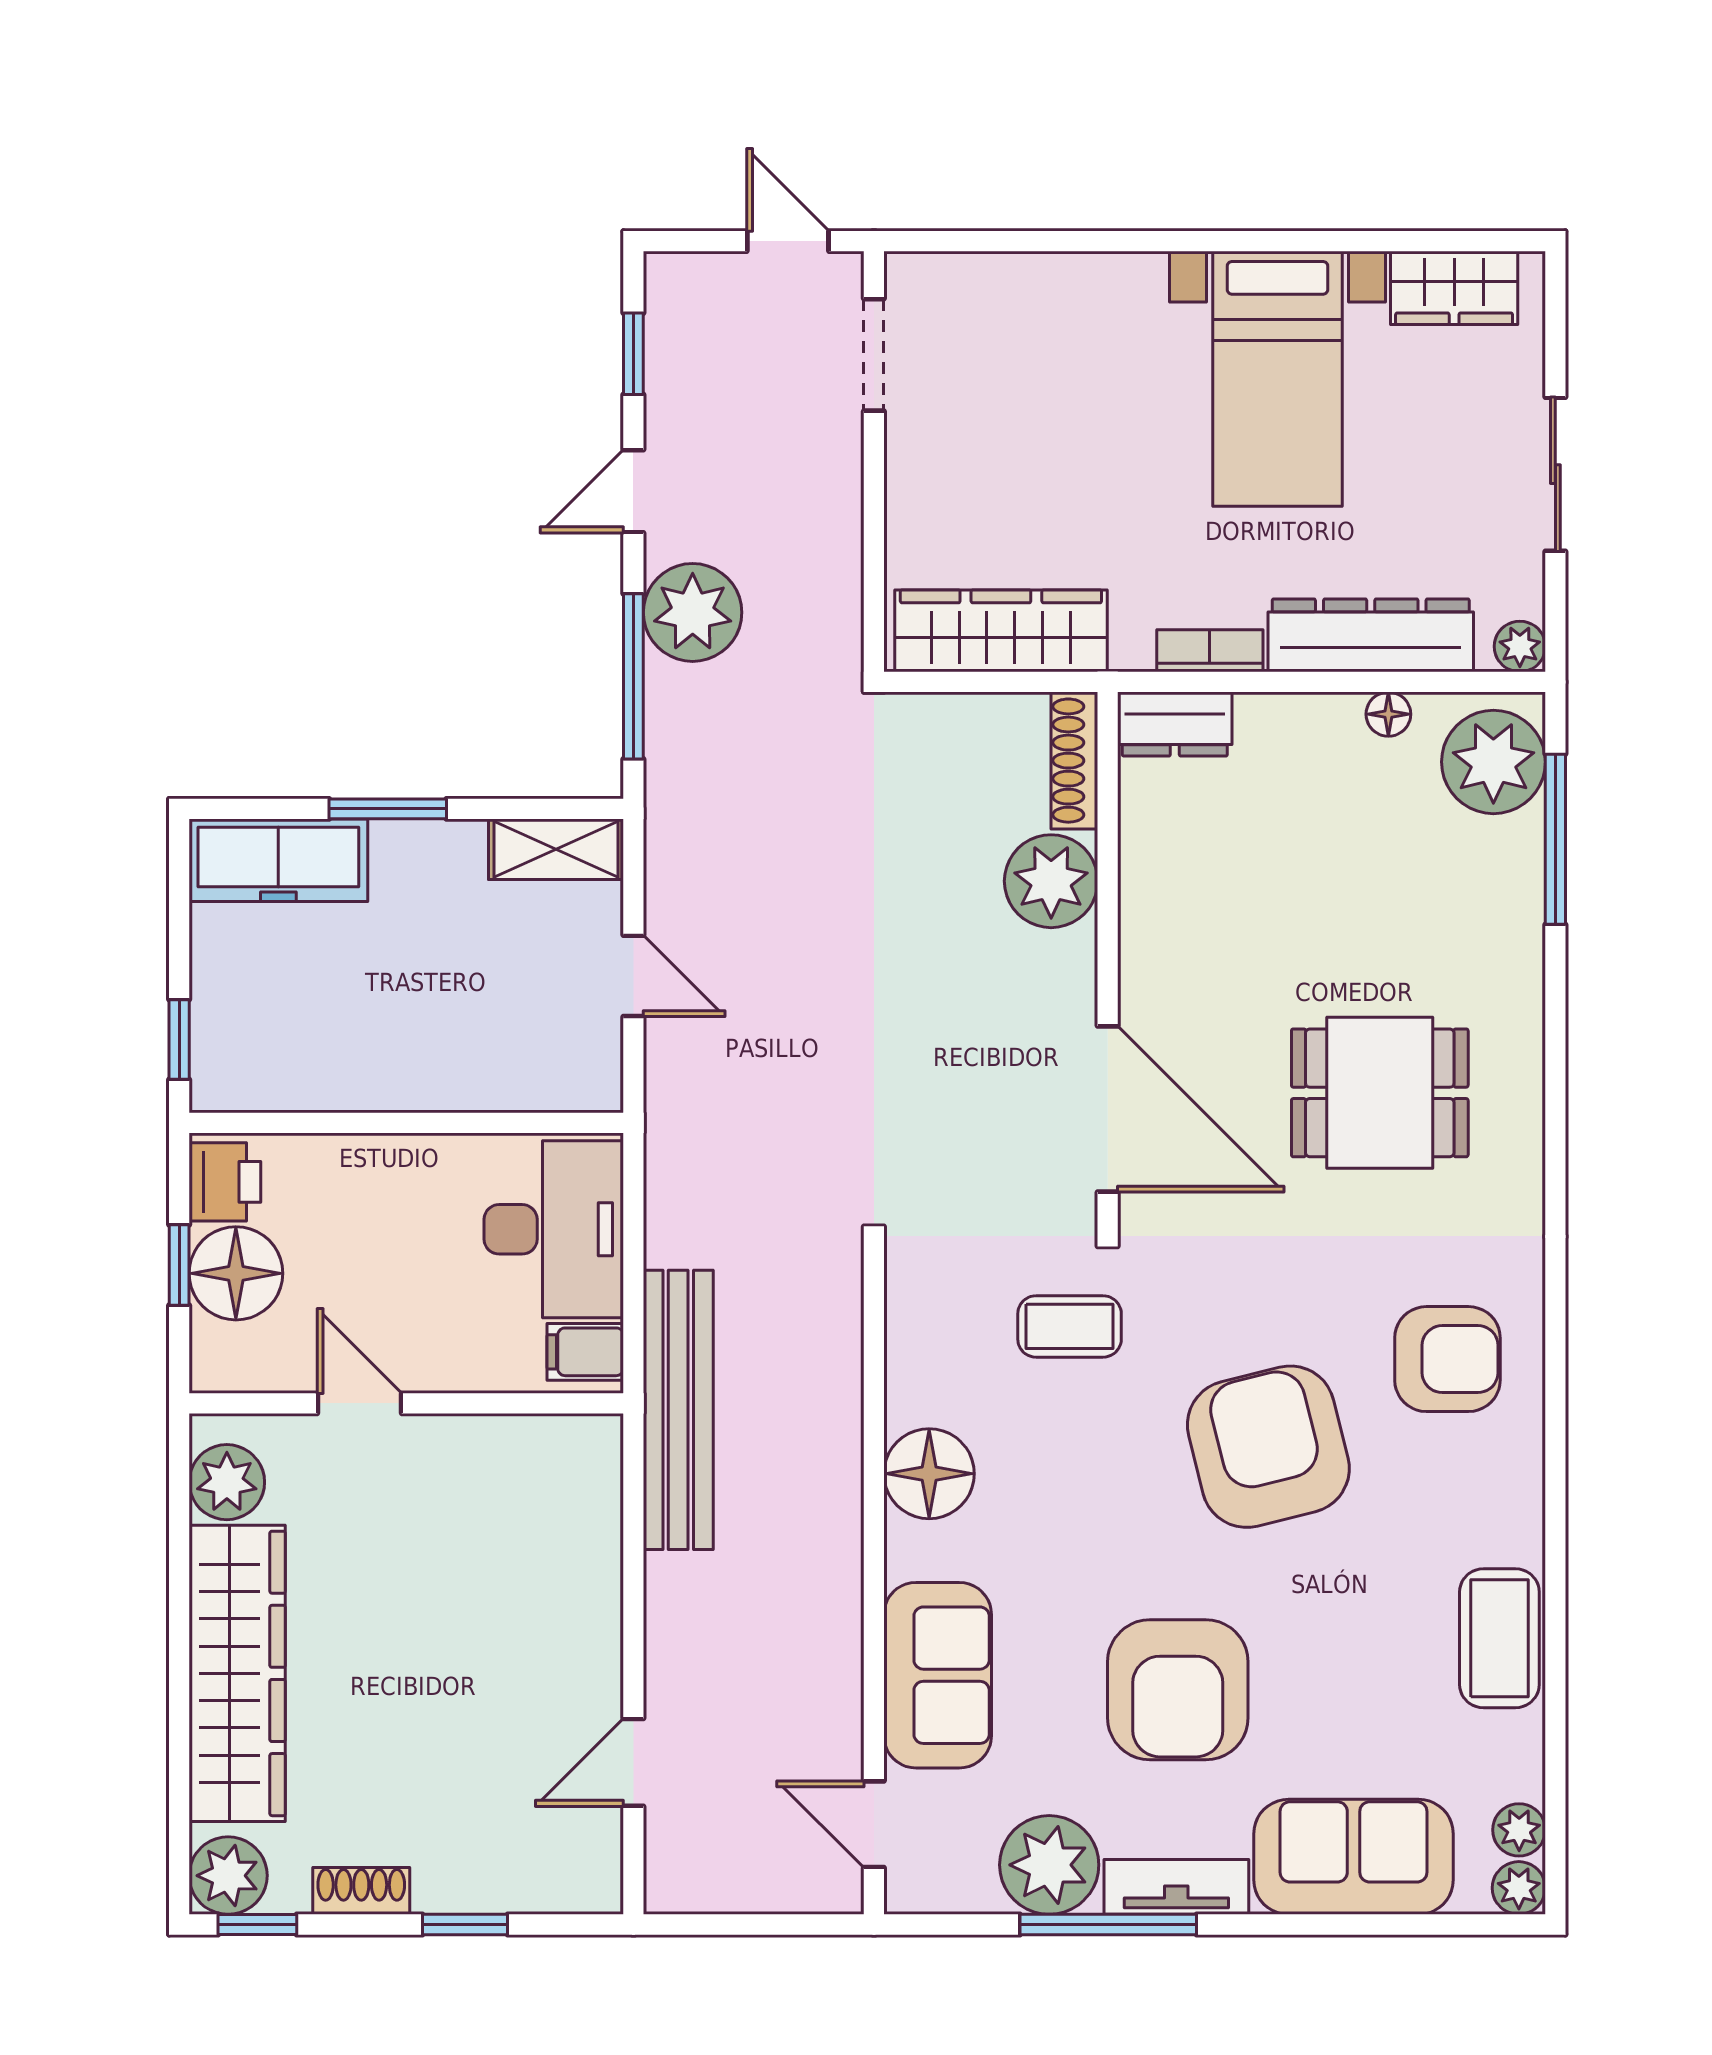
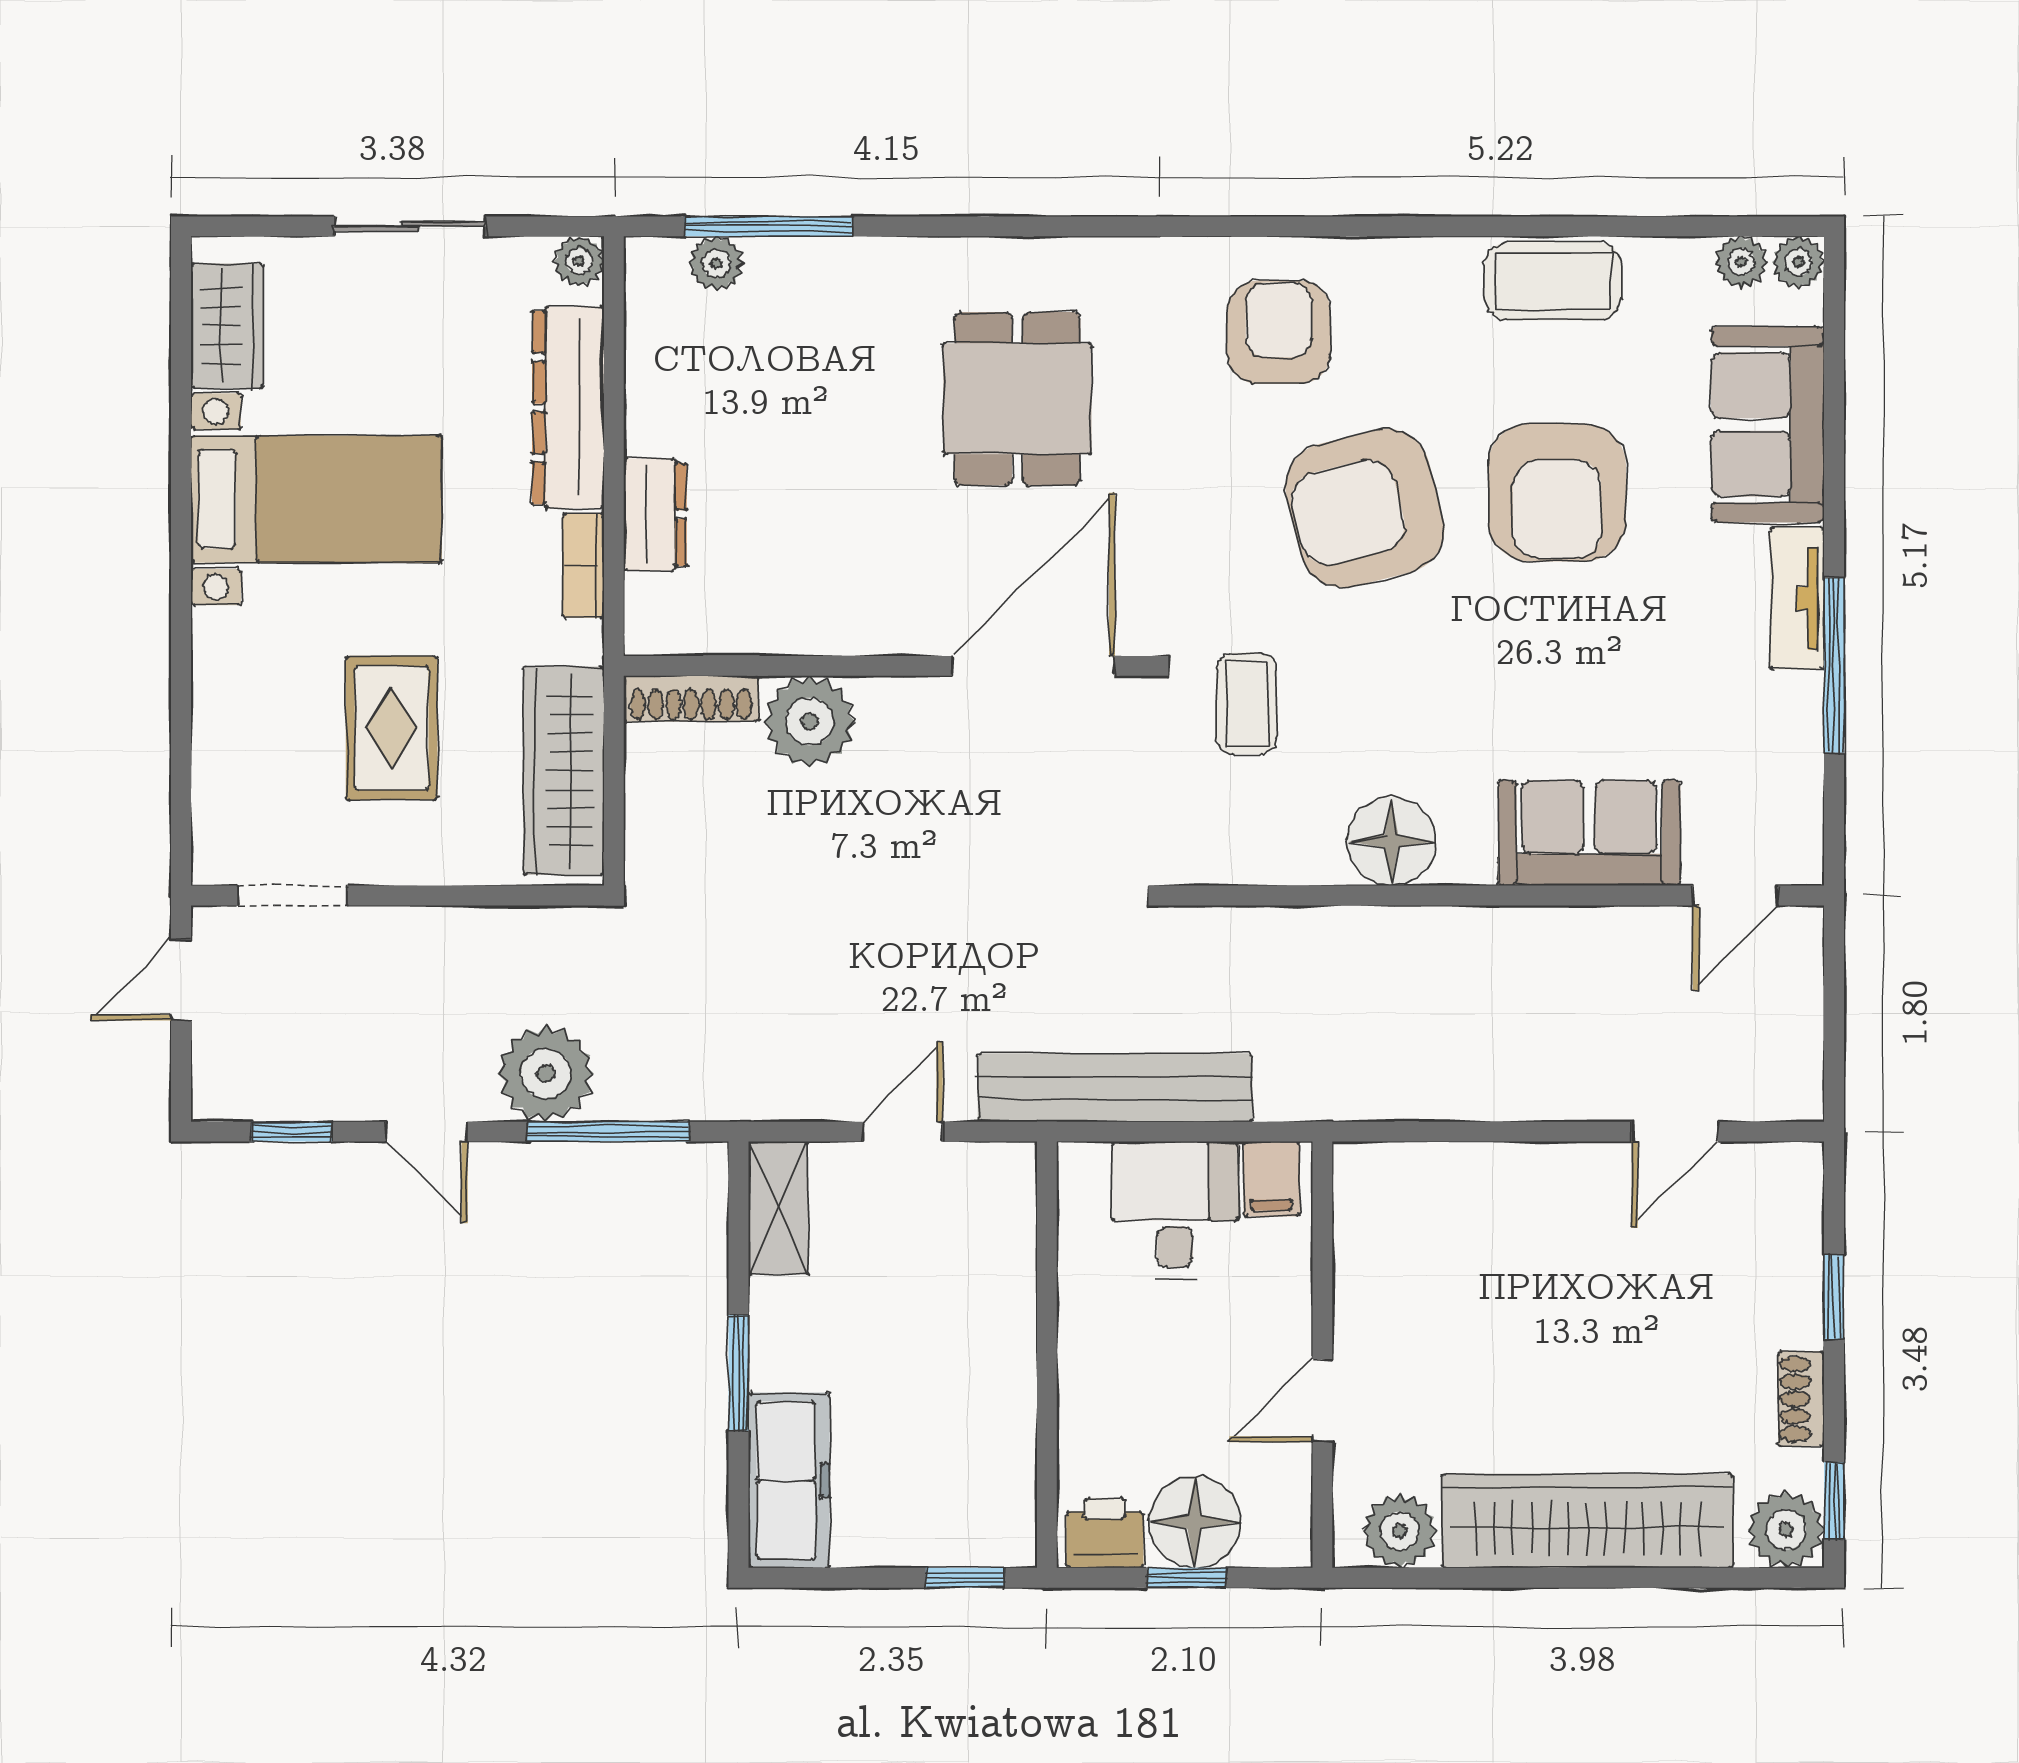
rug: (1045, 456) -> (392, 728), added
floor lamp: (1388, 714) -> (646, 390), removed
dresser: (1175, 724) -> (655, 515), moved
plant: (1493, 762) -> (716, 263), width x0.53, depth x0.53
desk: (554, 1229) -> (1175, 1210), width x0.73
bench: (678, 1410) -> (1115, 1088), moved
armchair: (1178, 1690) -> (1557, 493), moved, turned 90
door: (633, 1762) -> (1675, 1132), hinge flipped
plant: (1049, 1865) -> (1776, 723), removed

